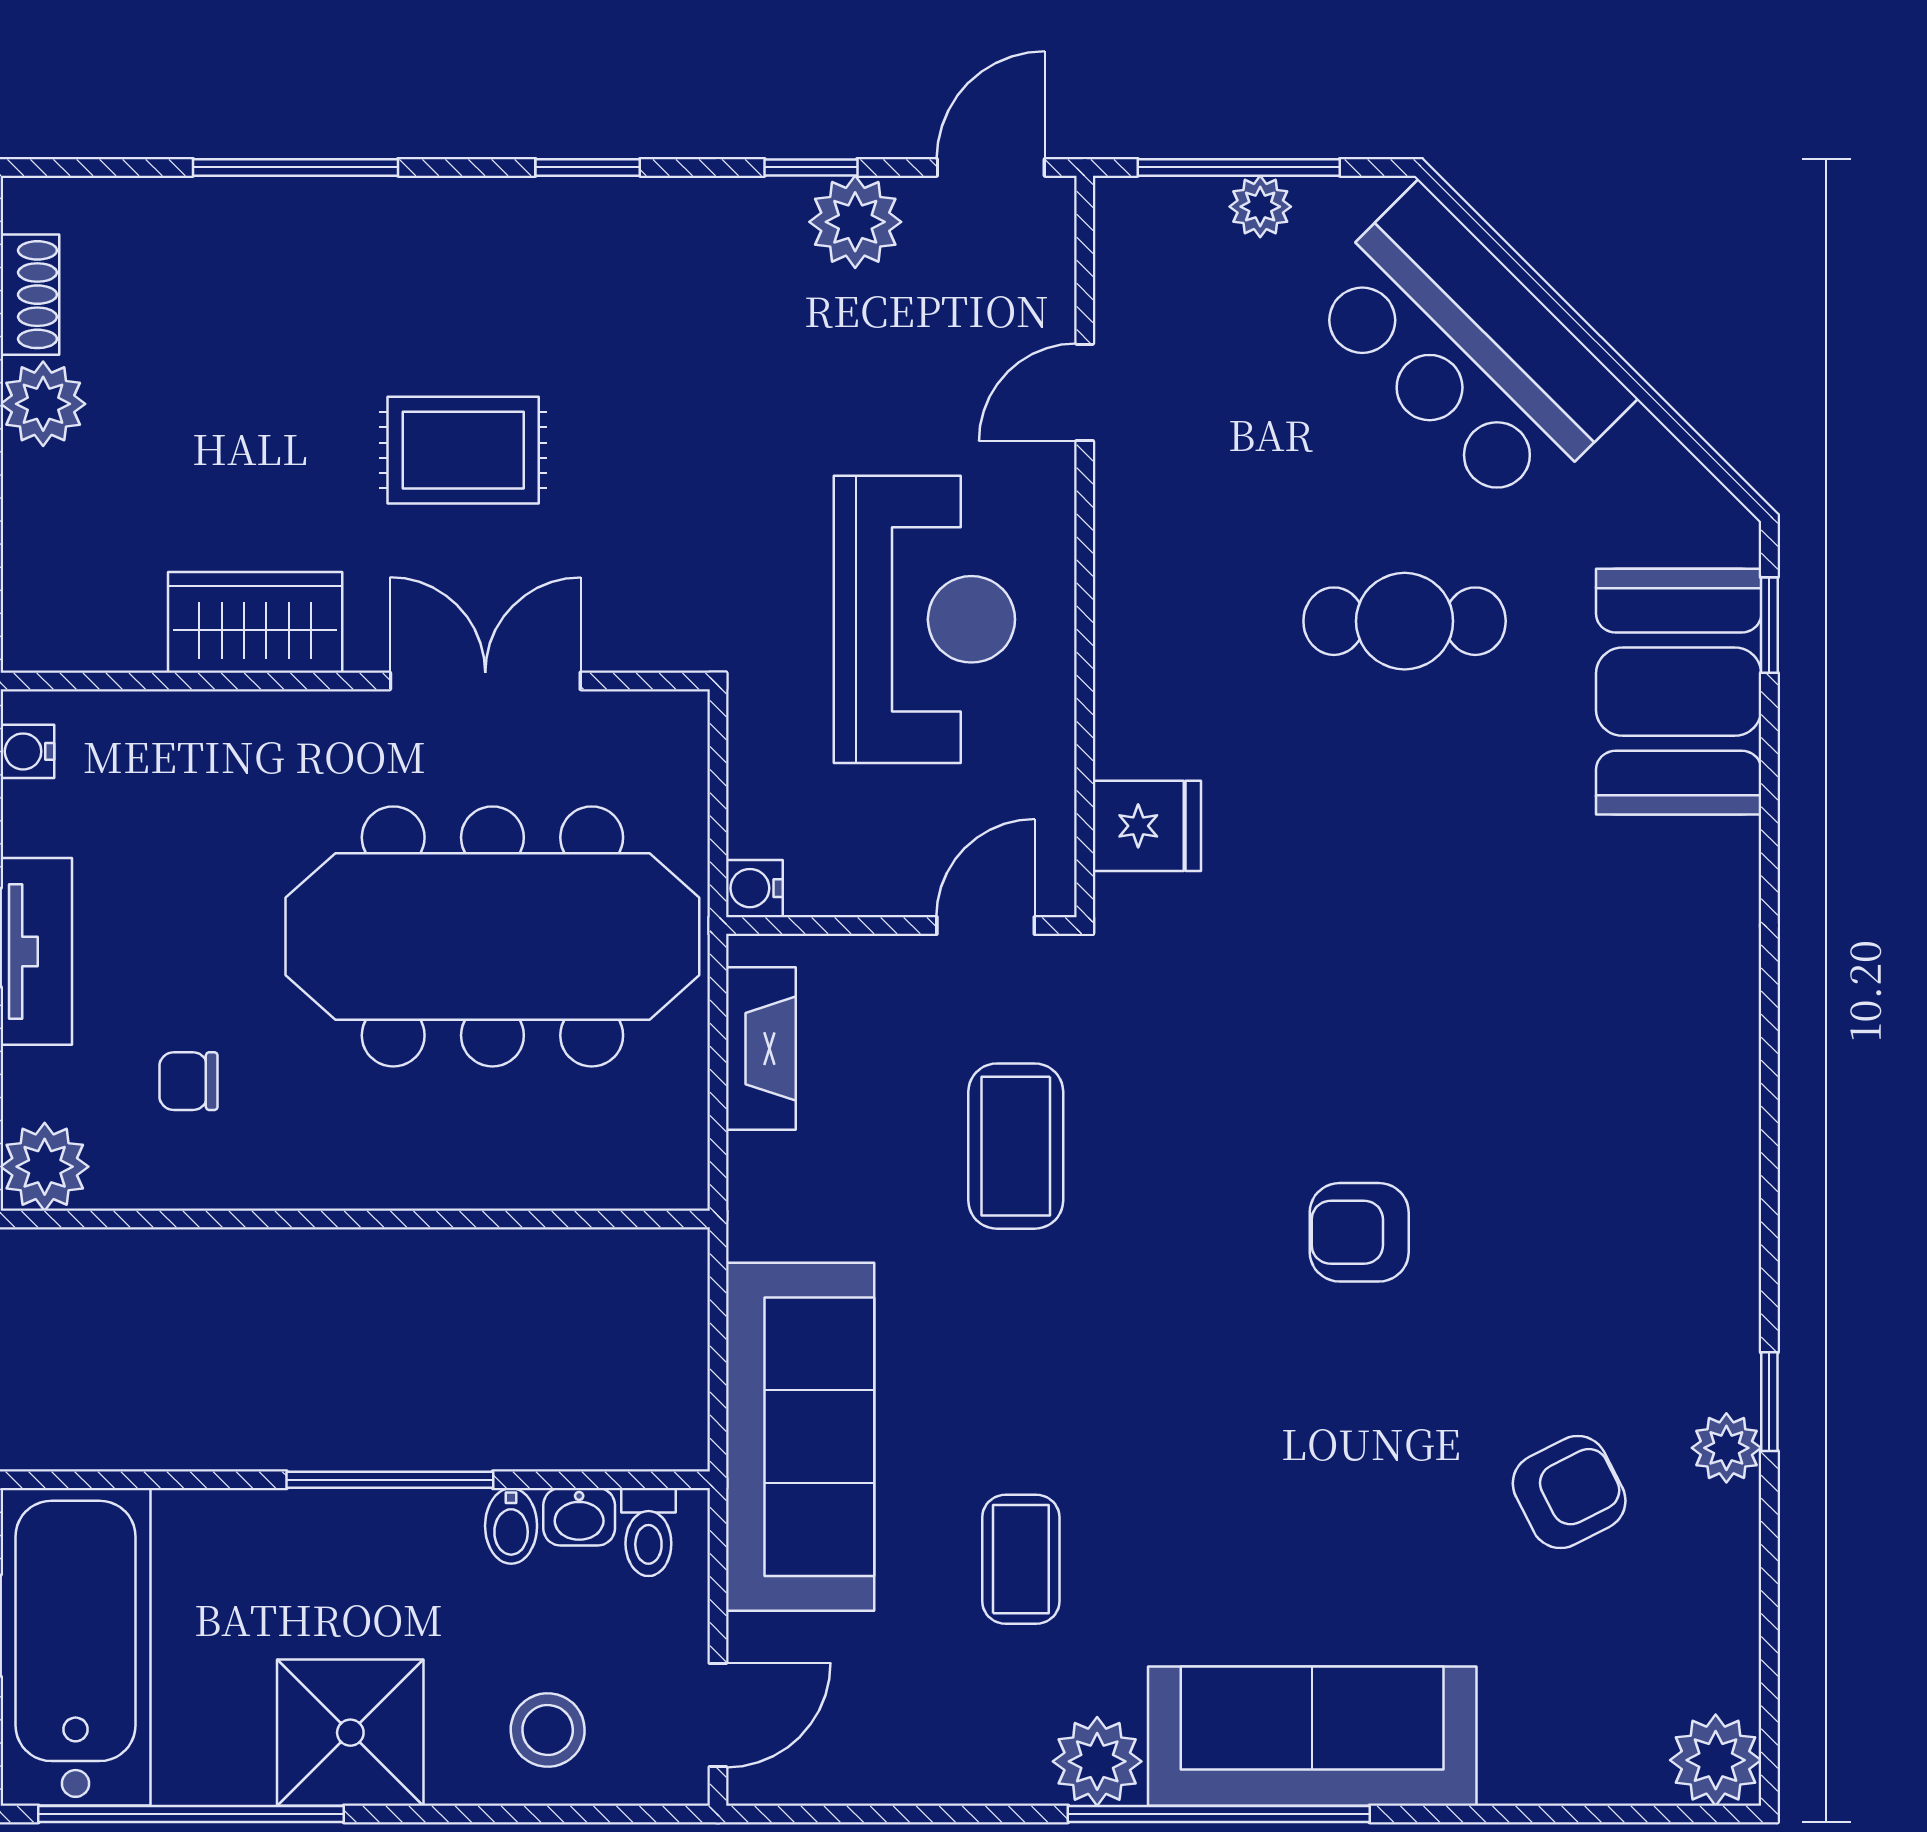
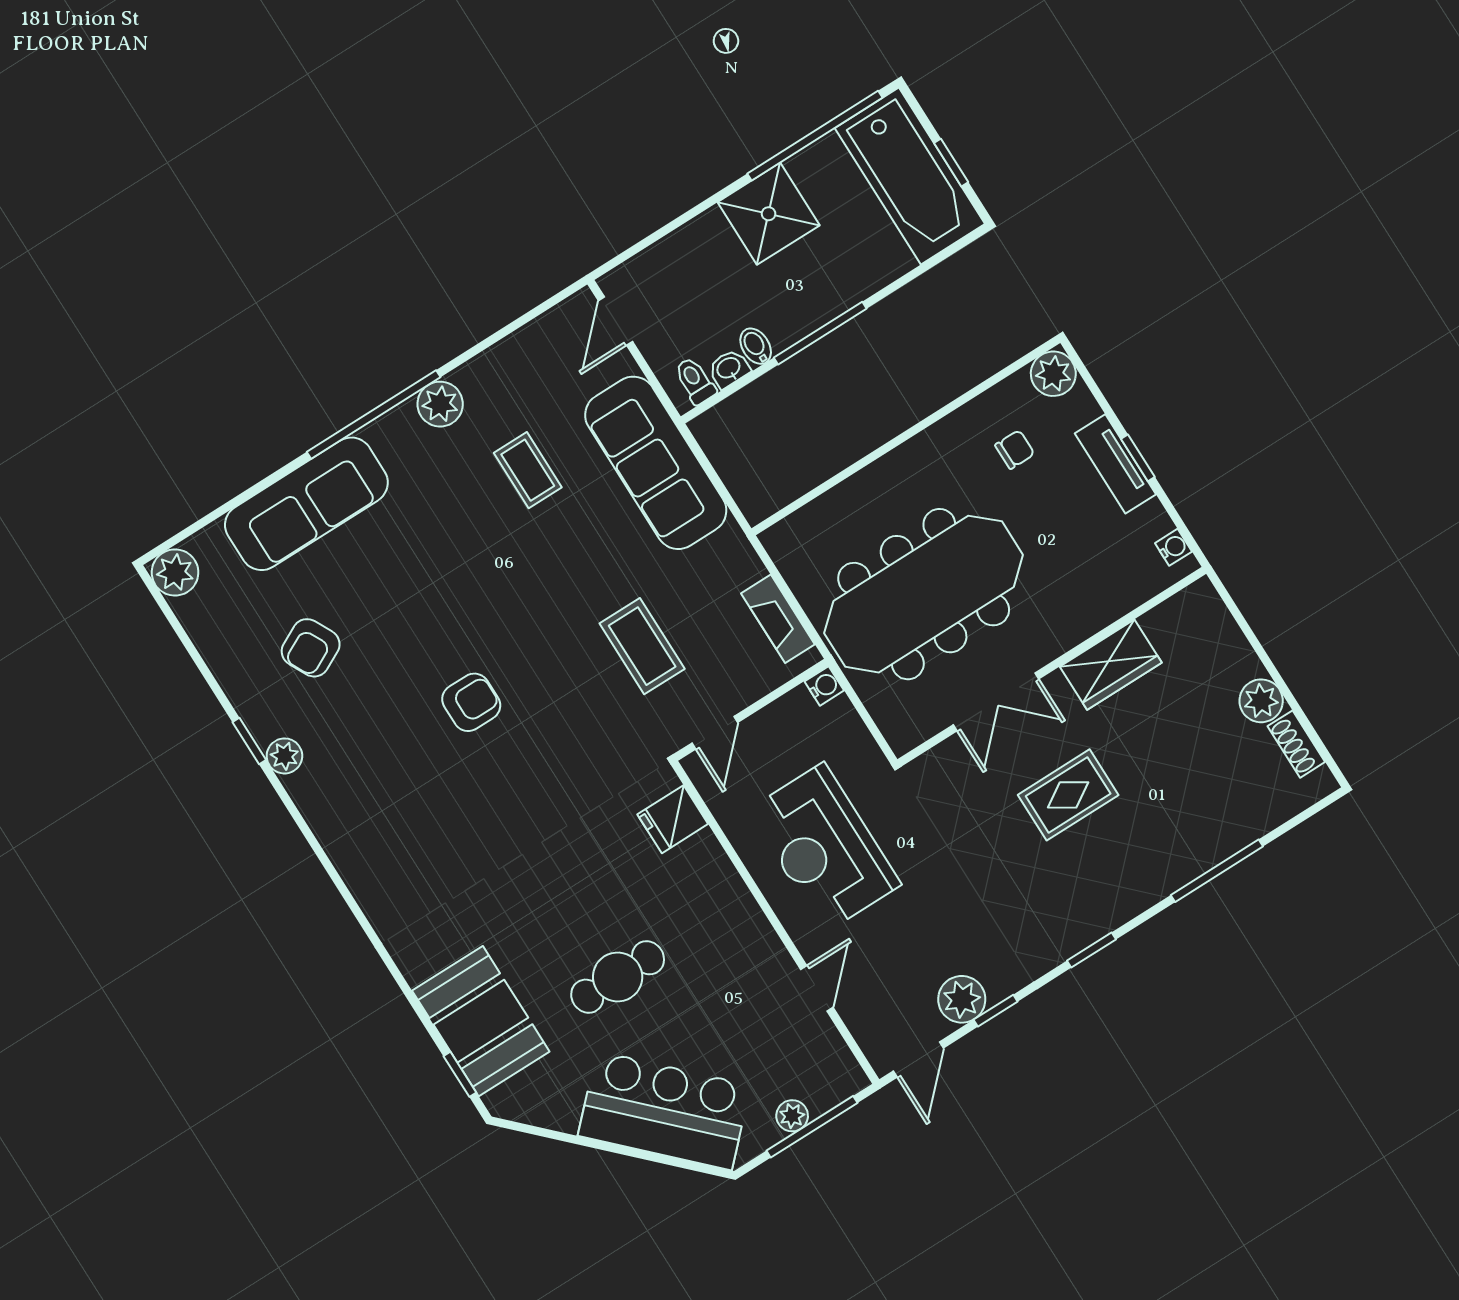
plant: (1726, 1448) -> (284, 756), moved
stool: (548, 1730) -> (685, 268), removed
sofa: (1312, 1736) -> (306, 504), moved

